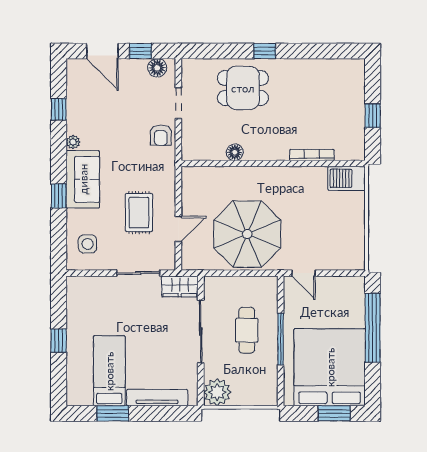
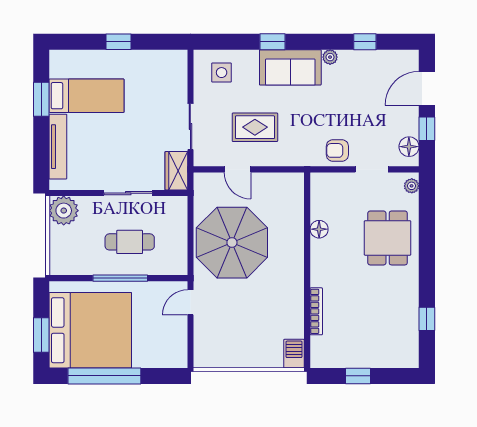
window: (265, 51) -> (427, 319), moved
plant: (194, 65) -> (412, 186), added
barbecue: (347, 178) -> (294, 354), width x0.73, depth x0.79
window: (373, 328) -> (104, 376), moved
sliding door: (201, 332) -> (128, 193), width x0.73

